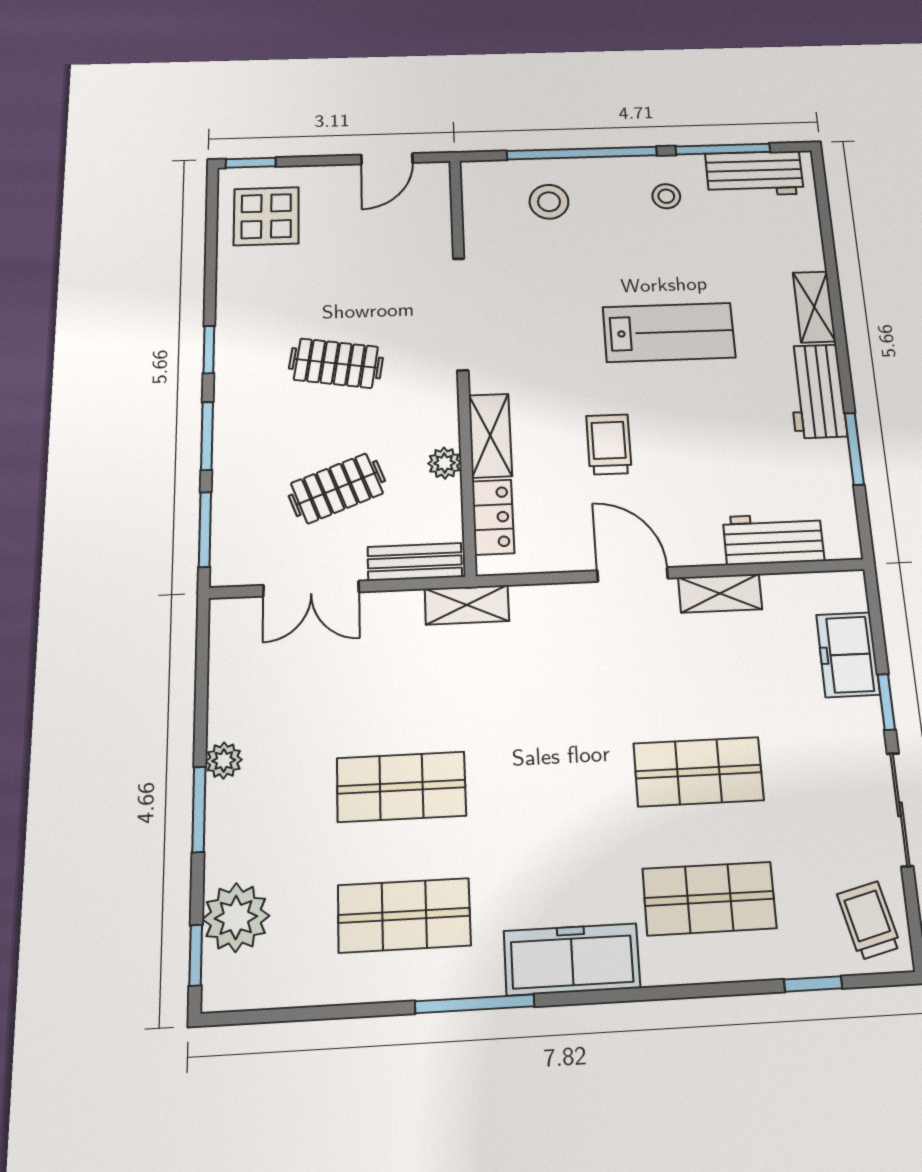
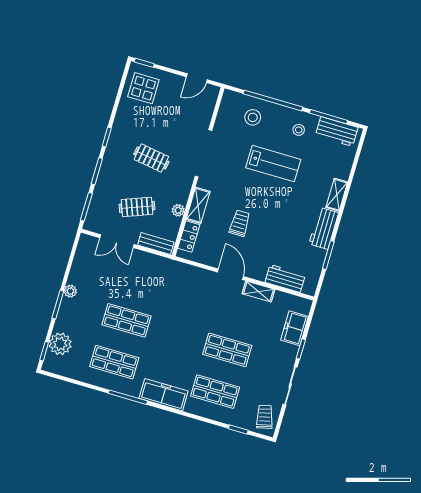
lab bench: (669, 332) -> (273, 164), moved
shelving: (467, 605) -> (169, 265), removed

